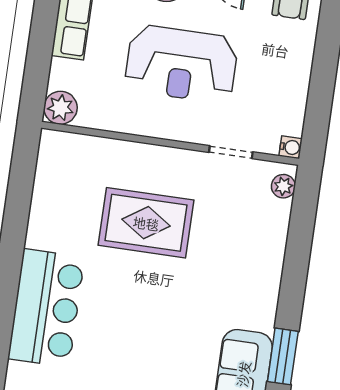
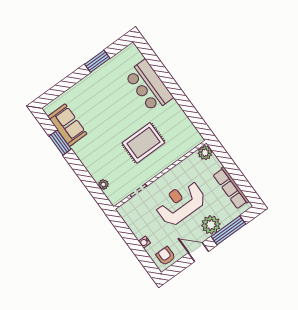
water cooler: (291, 147) -> (144, 242), moved
plant: (283, 186) -> (103, 185), moved

